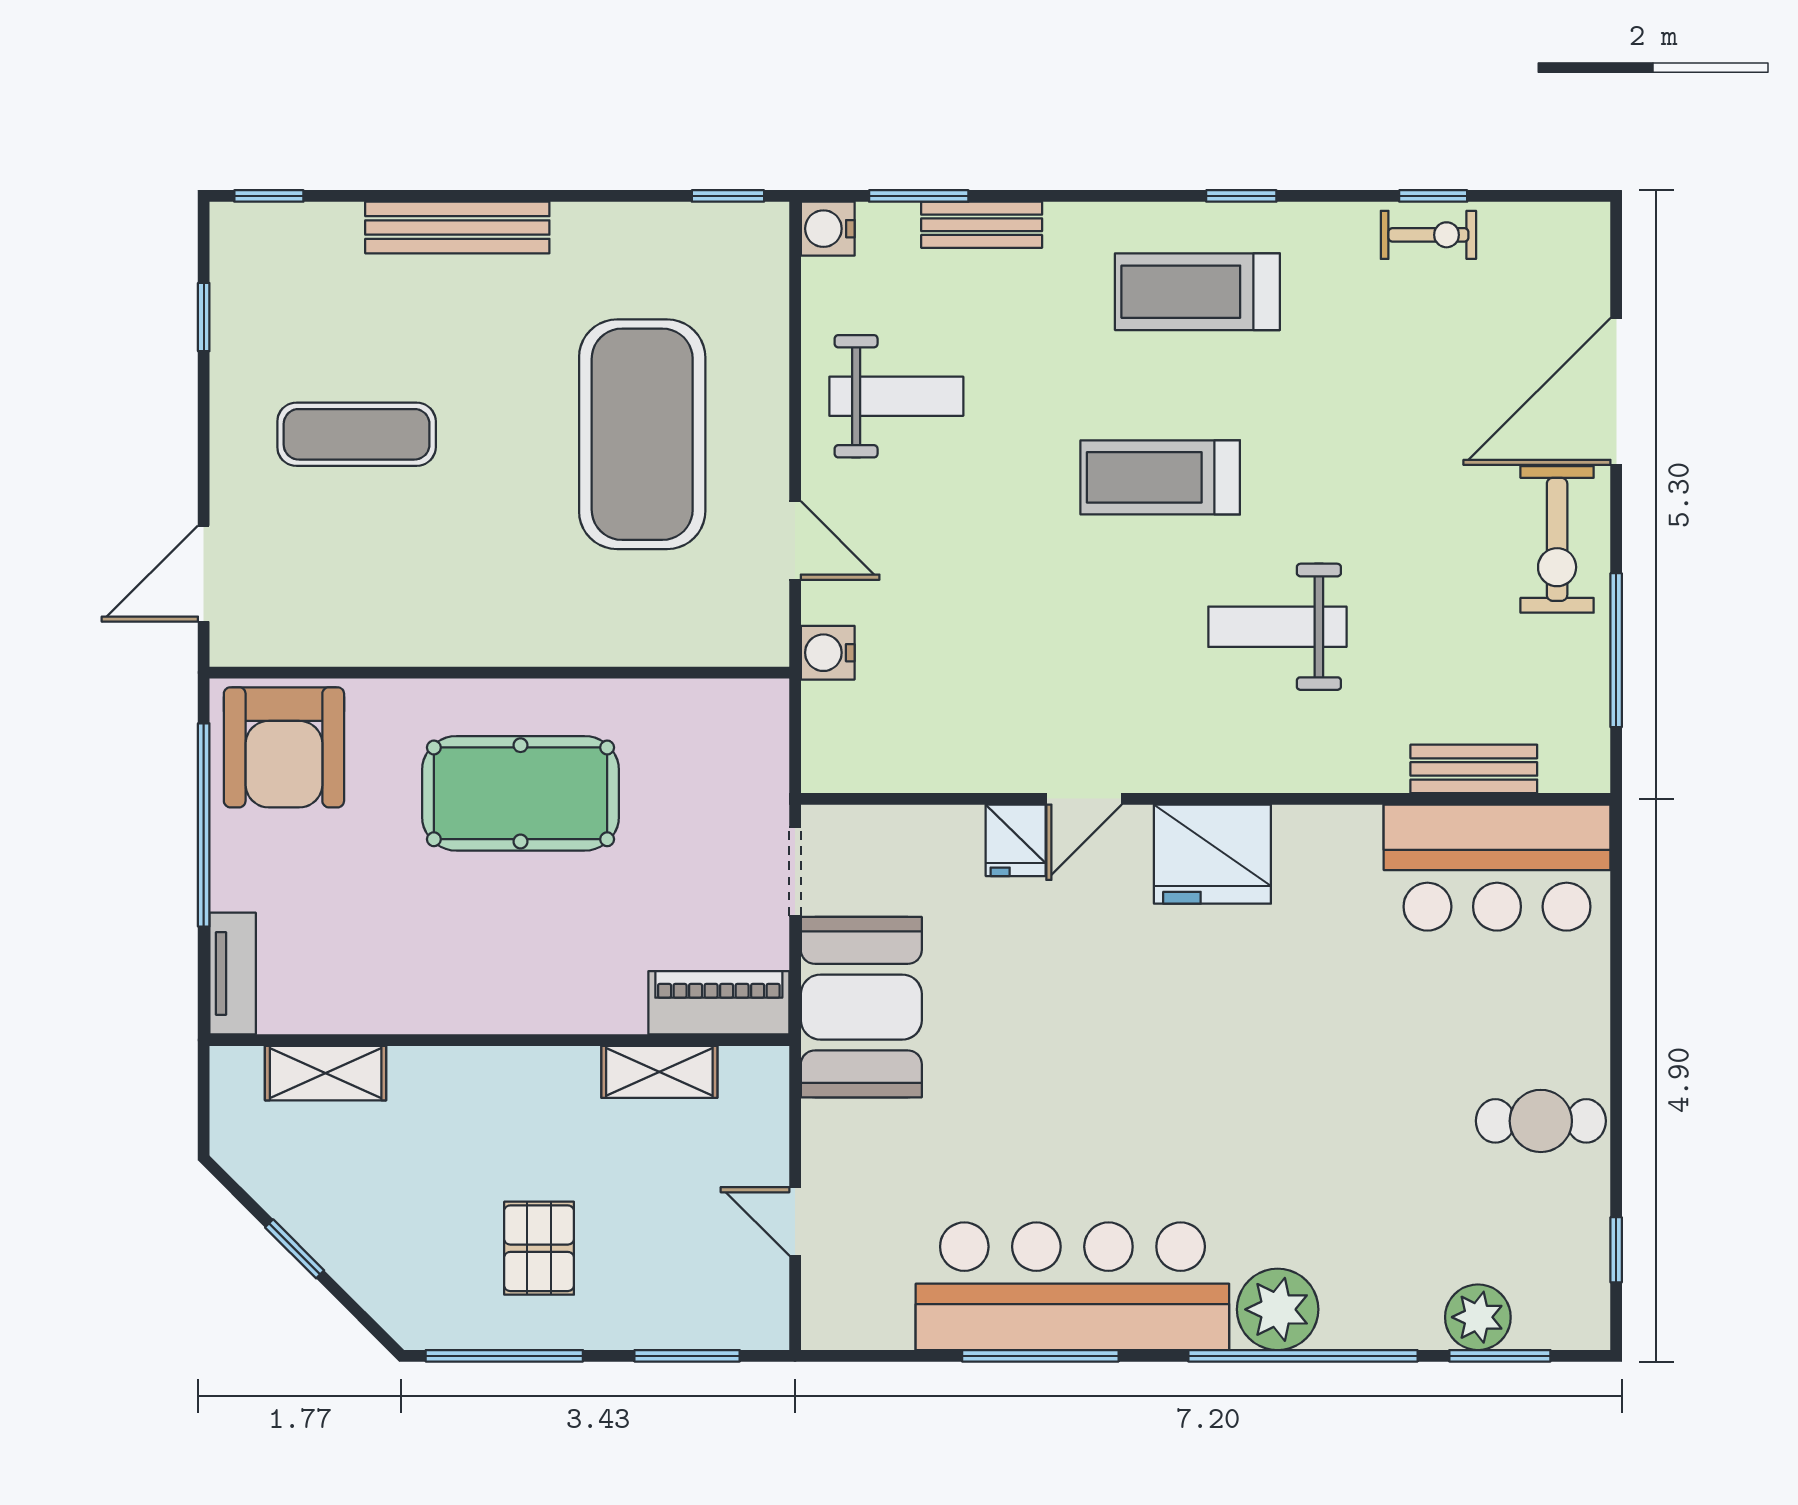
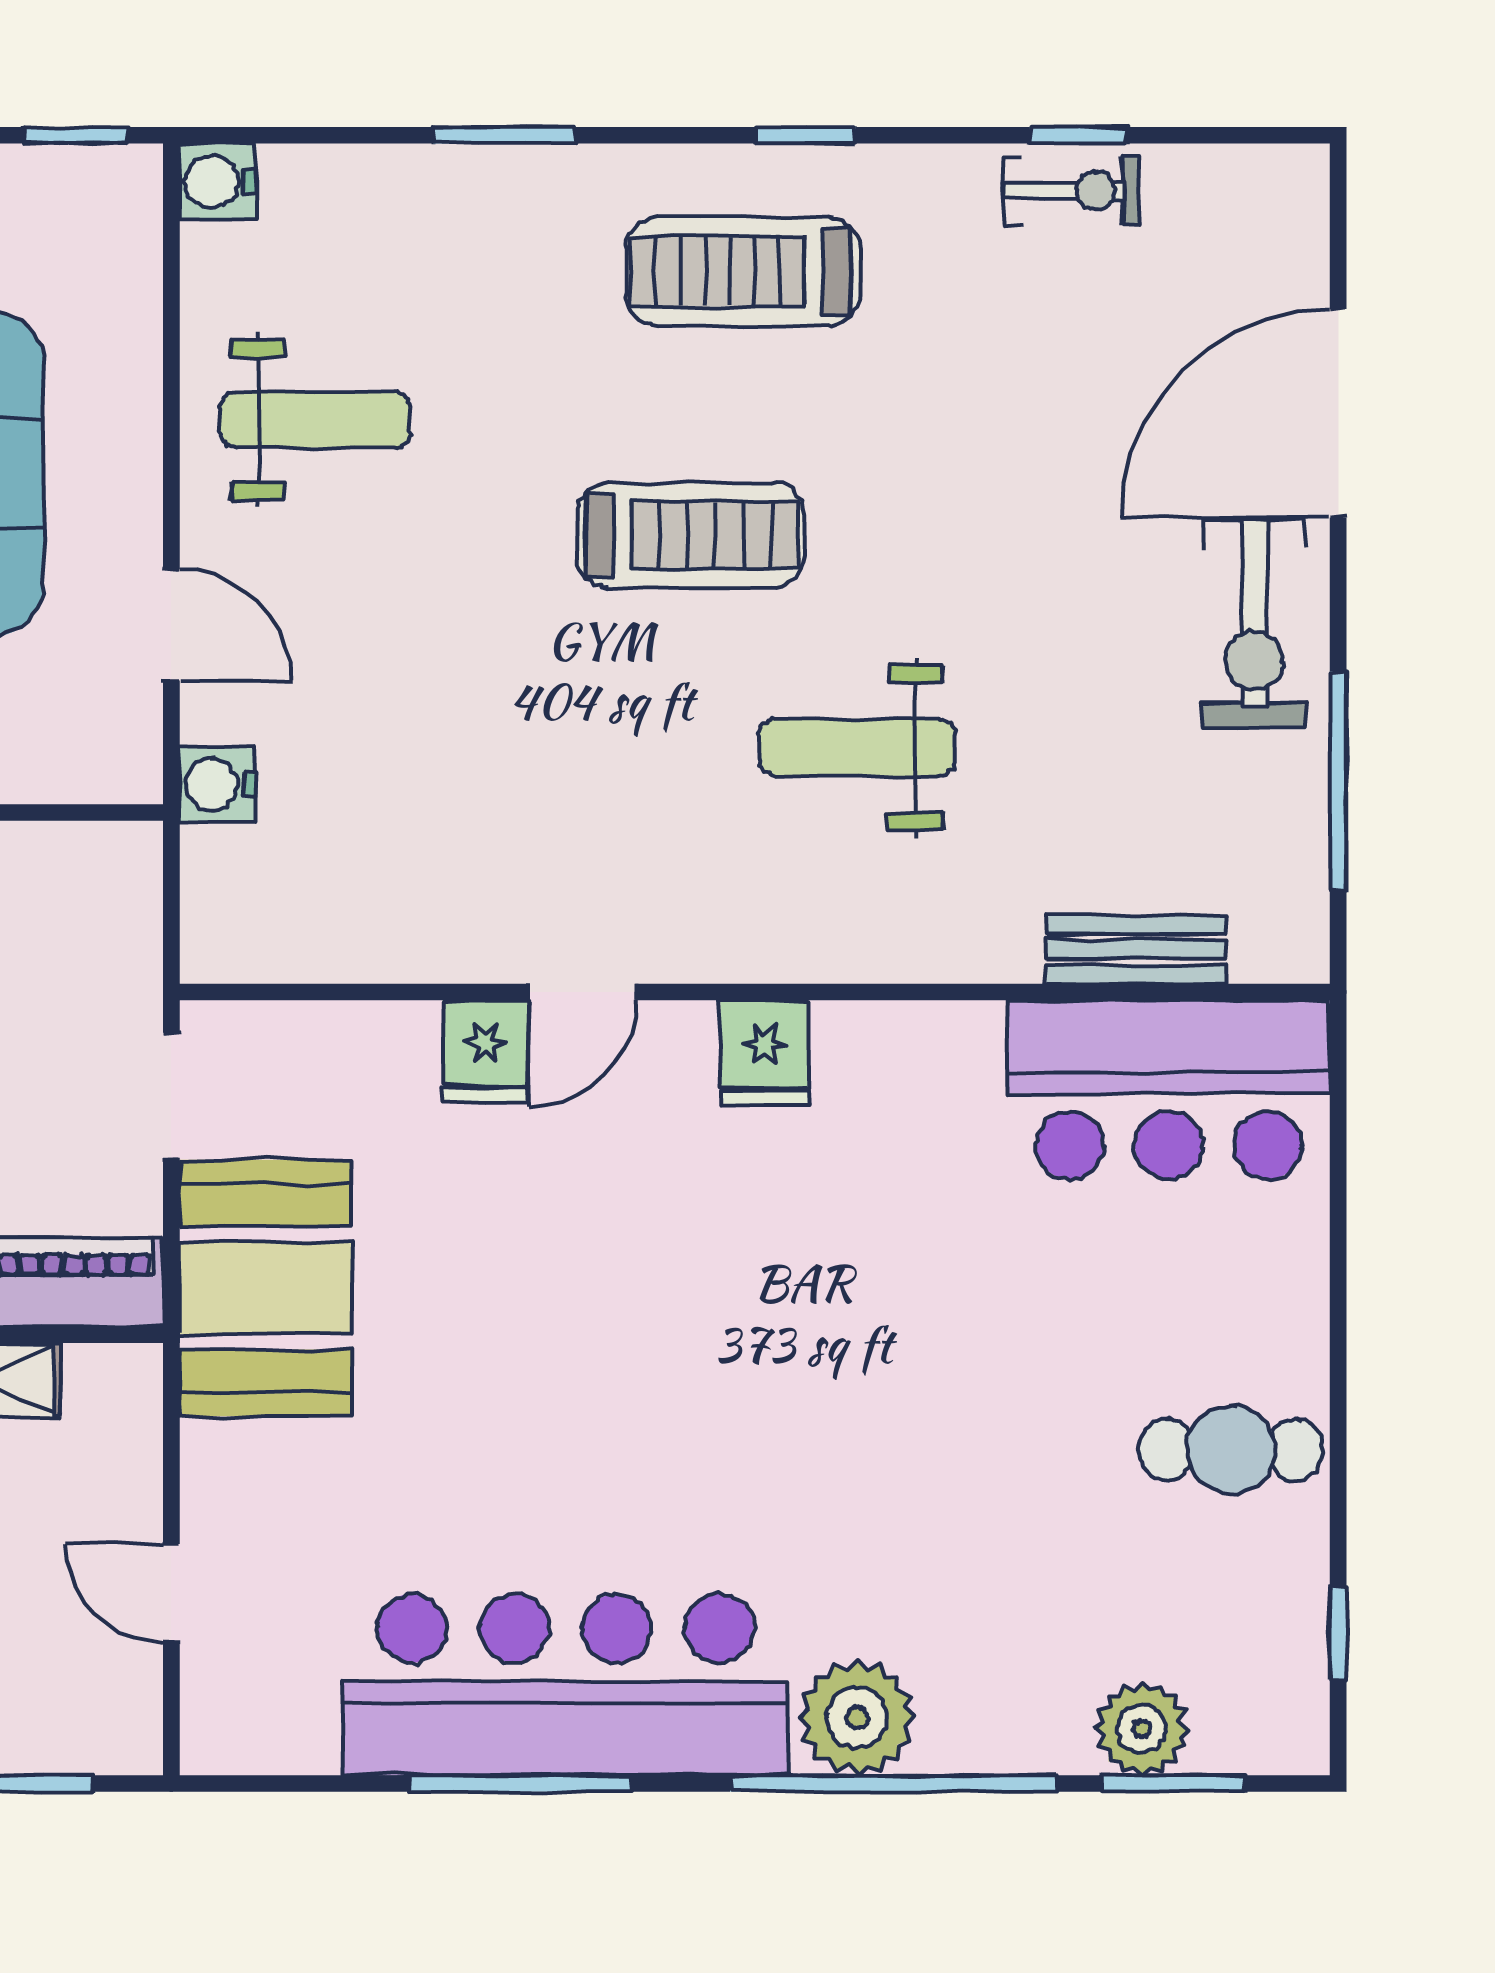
window: (919, 196) -> (504, 135), moved
bench: (982, 225) -> (437, 176), removed
treadmill: (1160, 477) -> (690, 535), turned 180
fridge: (1212, 854) -> (764, 1053), width x0.53, depth x0.75

